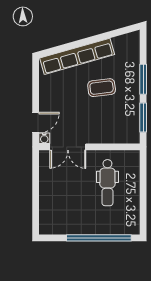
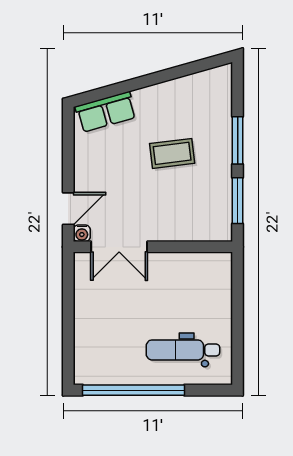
row of seats: (77, 56) -> (106, 112), width x0.50
dental chair: (107, 183) -> (183, 350), moved, turned 90
window: (99, 238) -> (134, 390), moved

